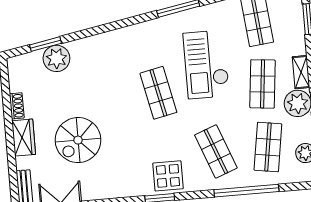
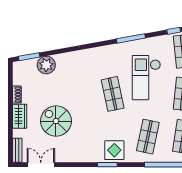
window: (45, 44) -> (29, 57), moved
spiral stairs: (78, 140) -> (56, 121), turned 90
shop shelf: (216, 151) -> (148, 137), turned 33

